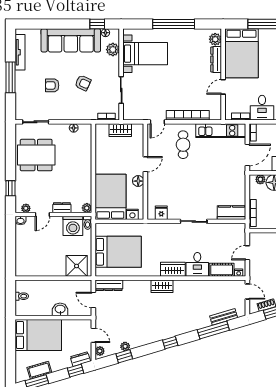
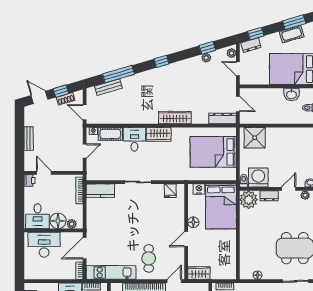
wardrobe: (120, 130) -> (199, 273), moved
plant: (87, 208) -> (249, 200), width x1.87, depth x1.87
wardrobe: (162, 286) -> (175, 118), width x1.50
washbasin: (60, 309) -> (291, 94), moved

